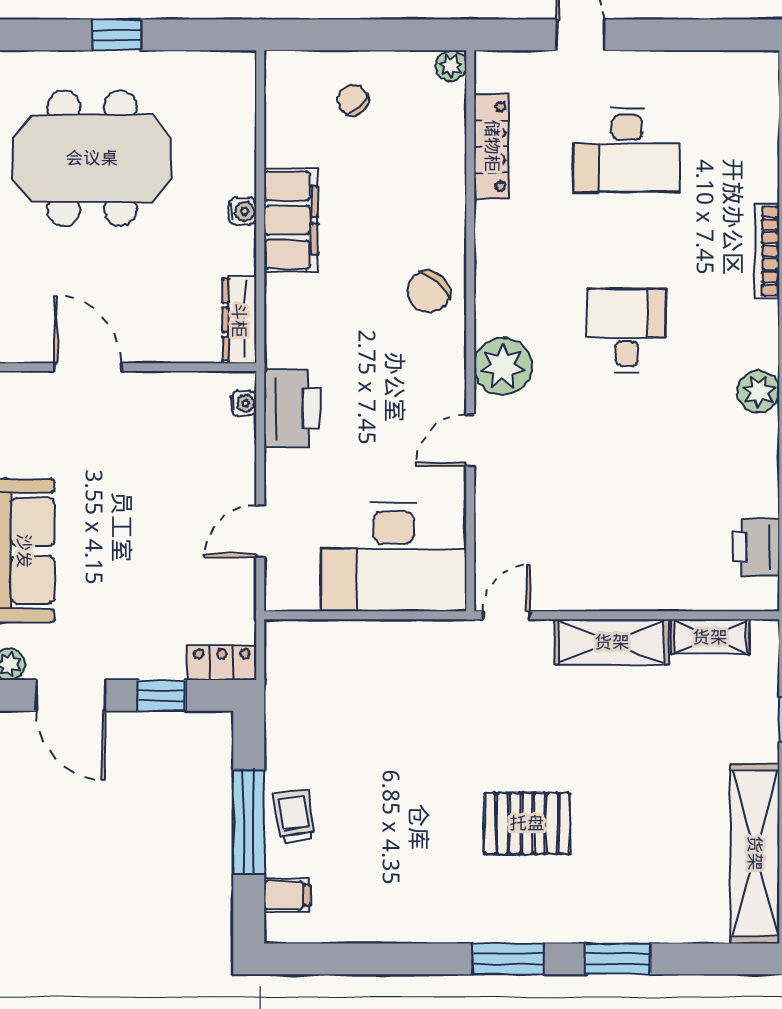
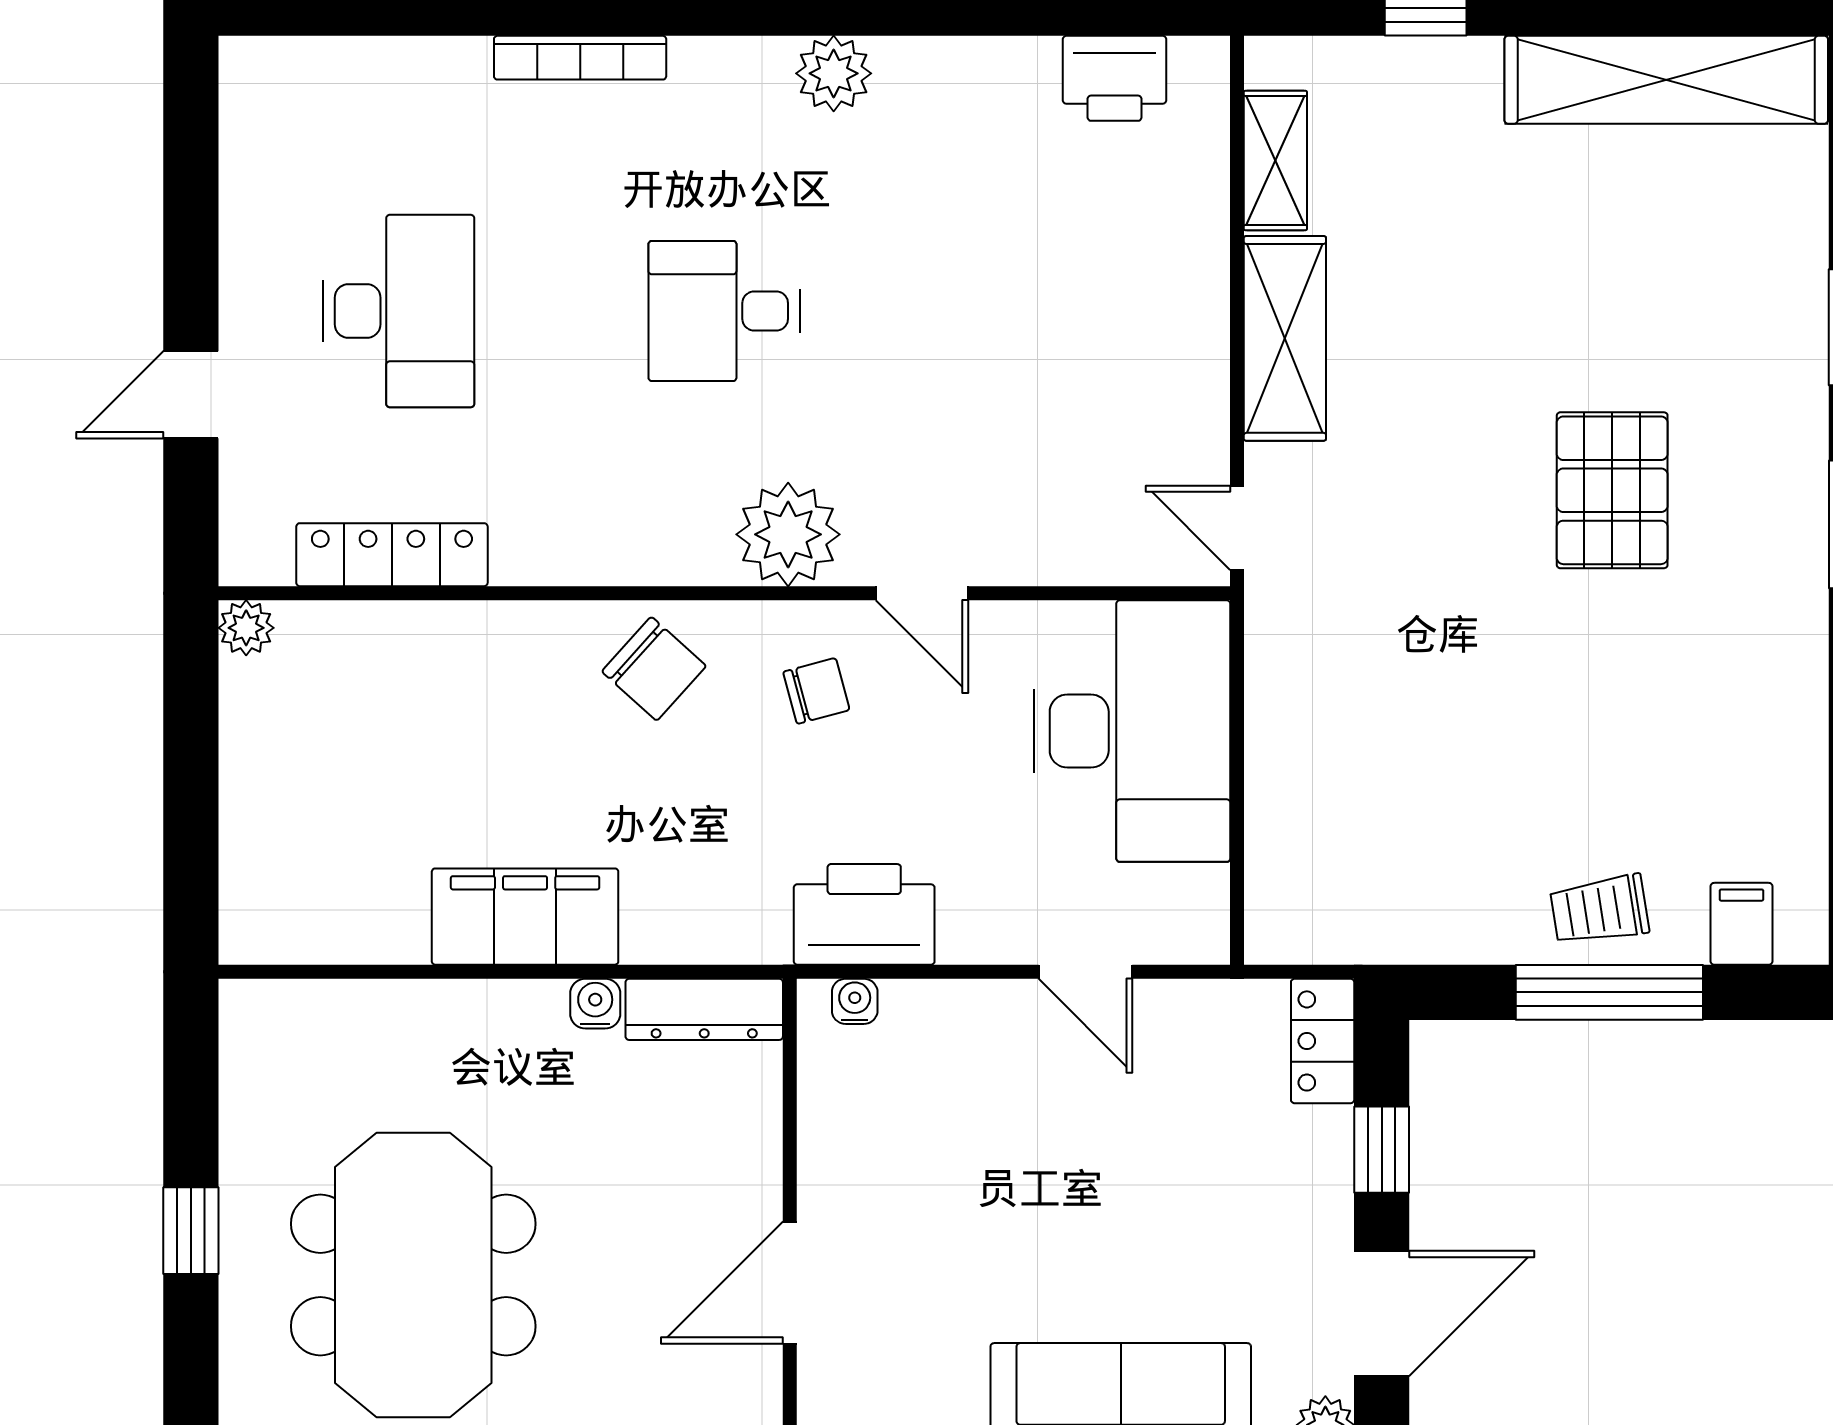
chair: (353, 100) -> (816, 691), moved, turned -151
water cooler: (243, 211) -> (595, 1004), moved

